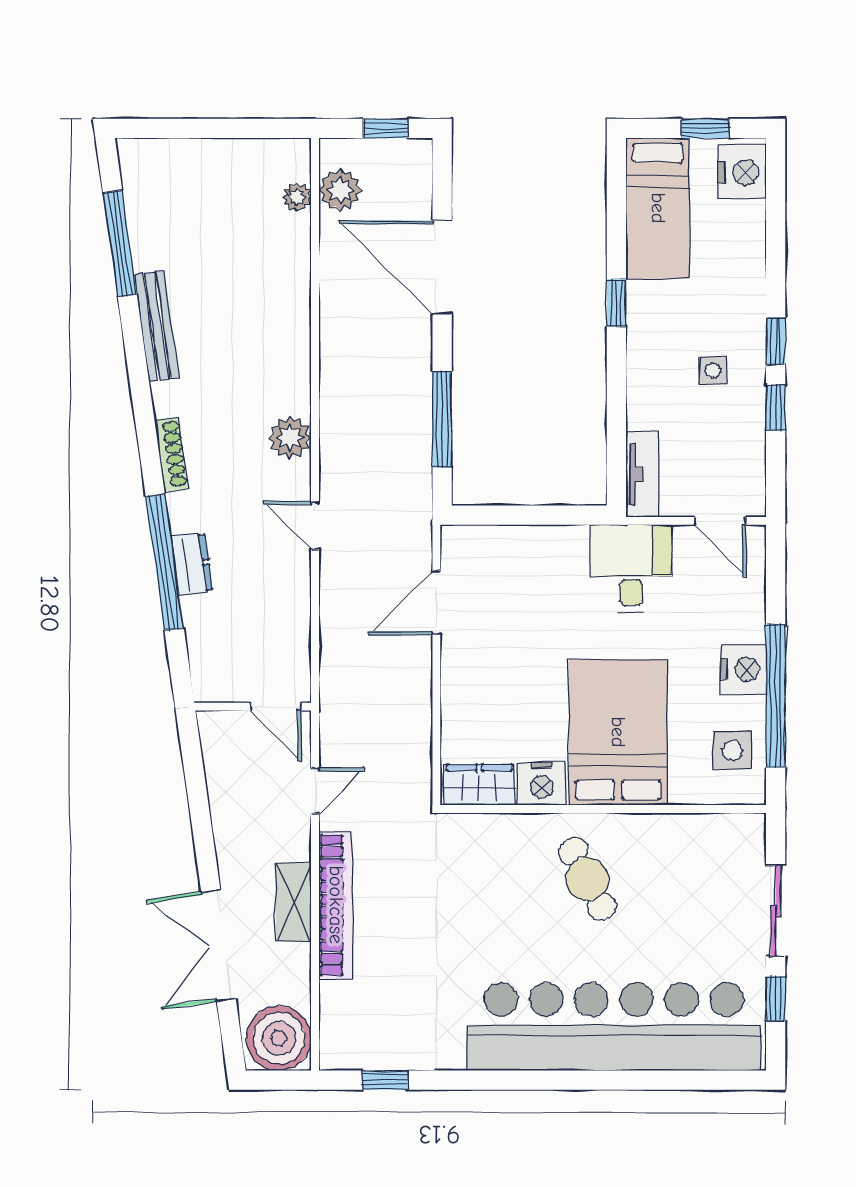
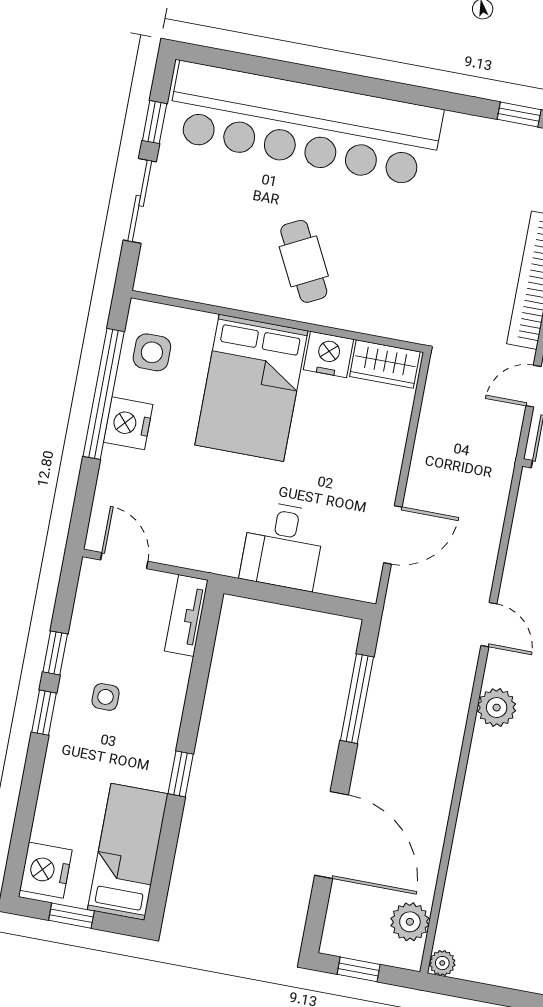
plant: (297, 197) -> (442, 963), moved
desk: (631, 569) -> (283, 546), moved

